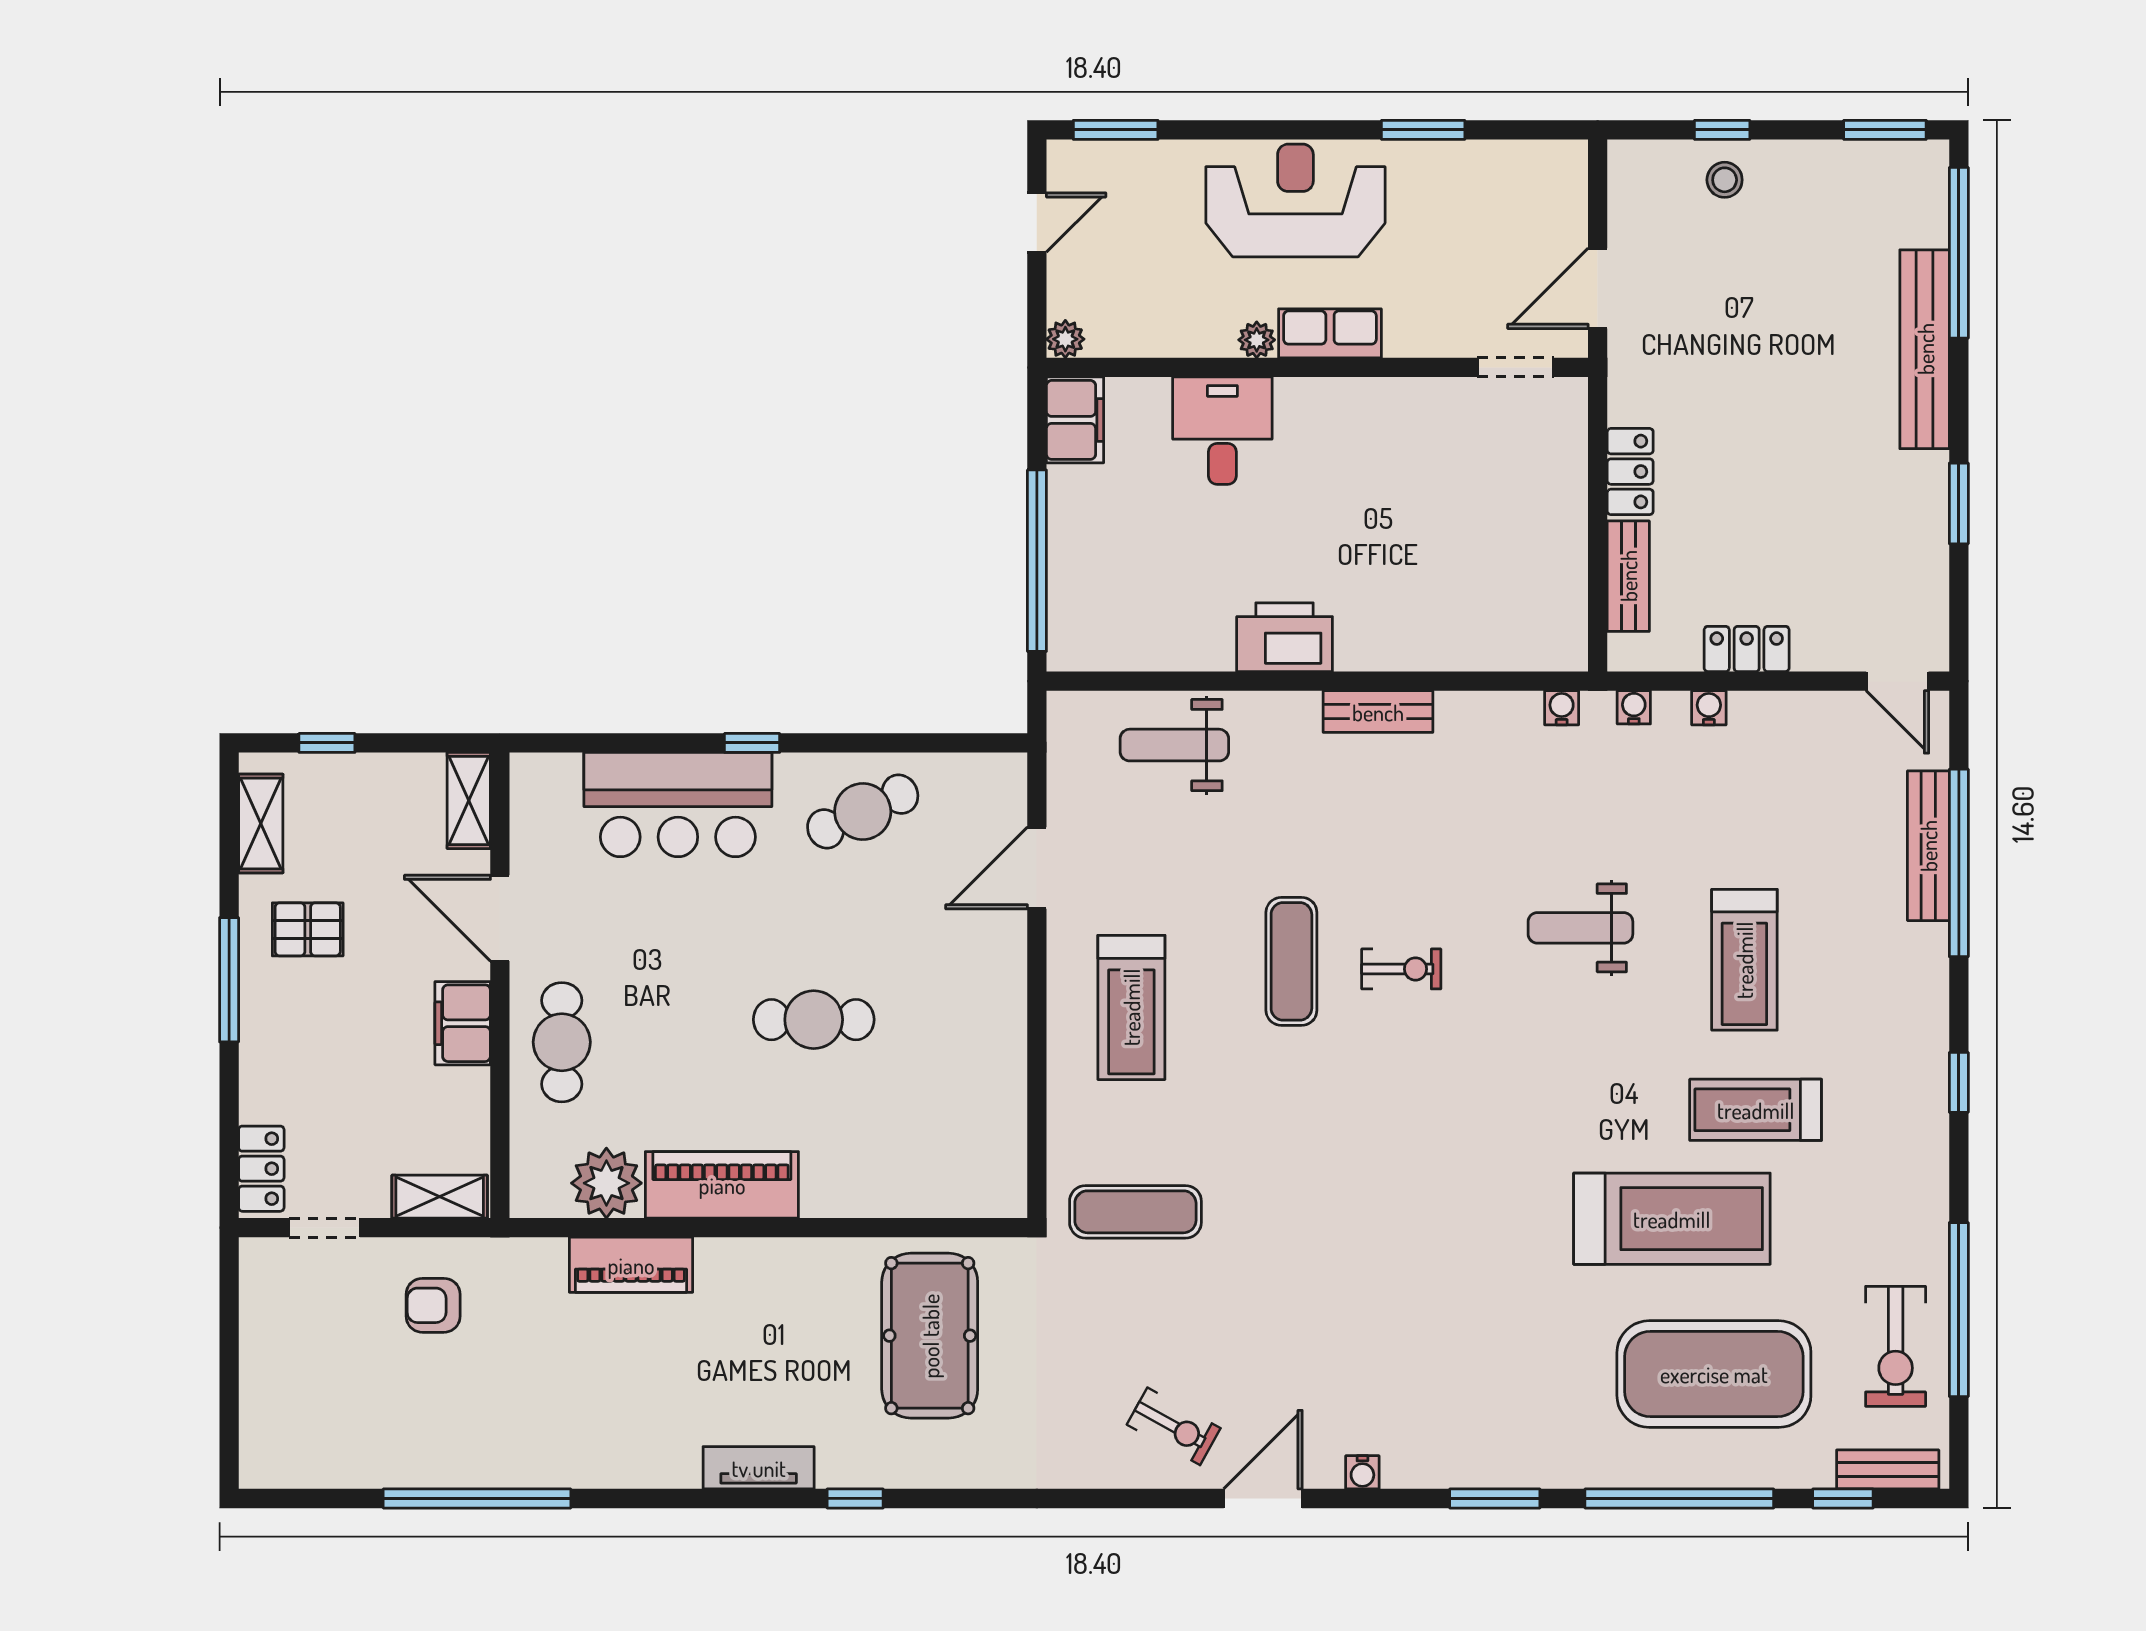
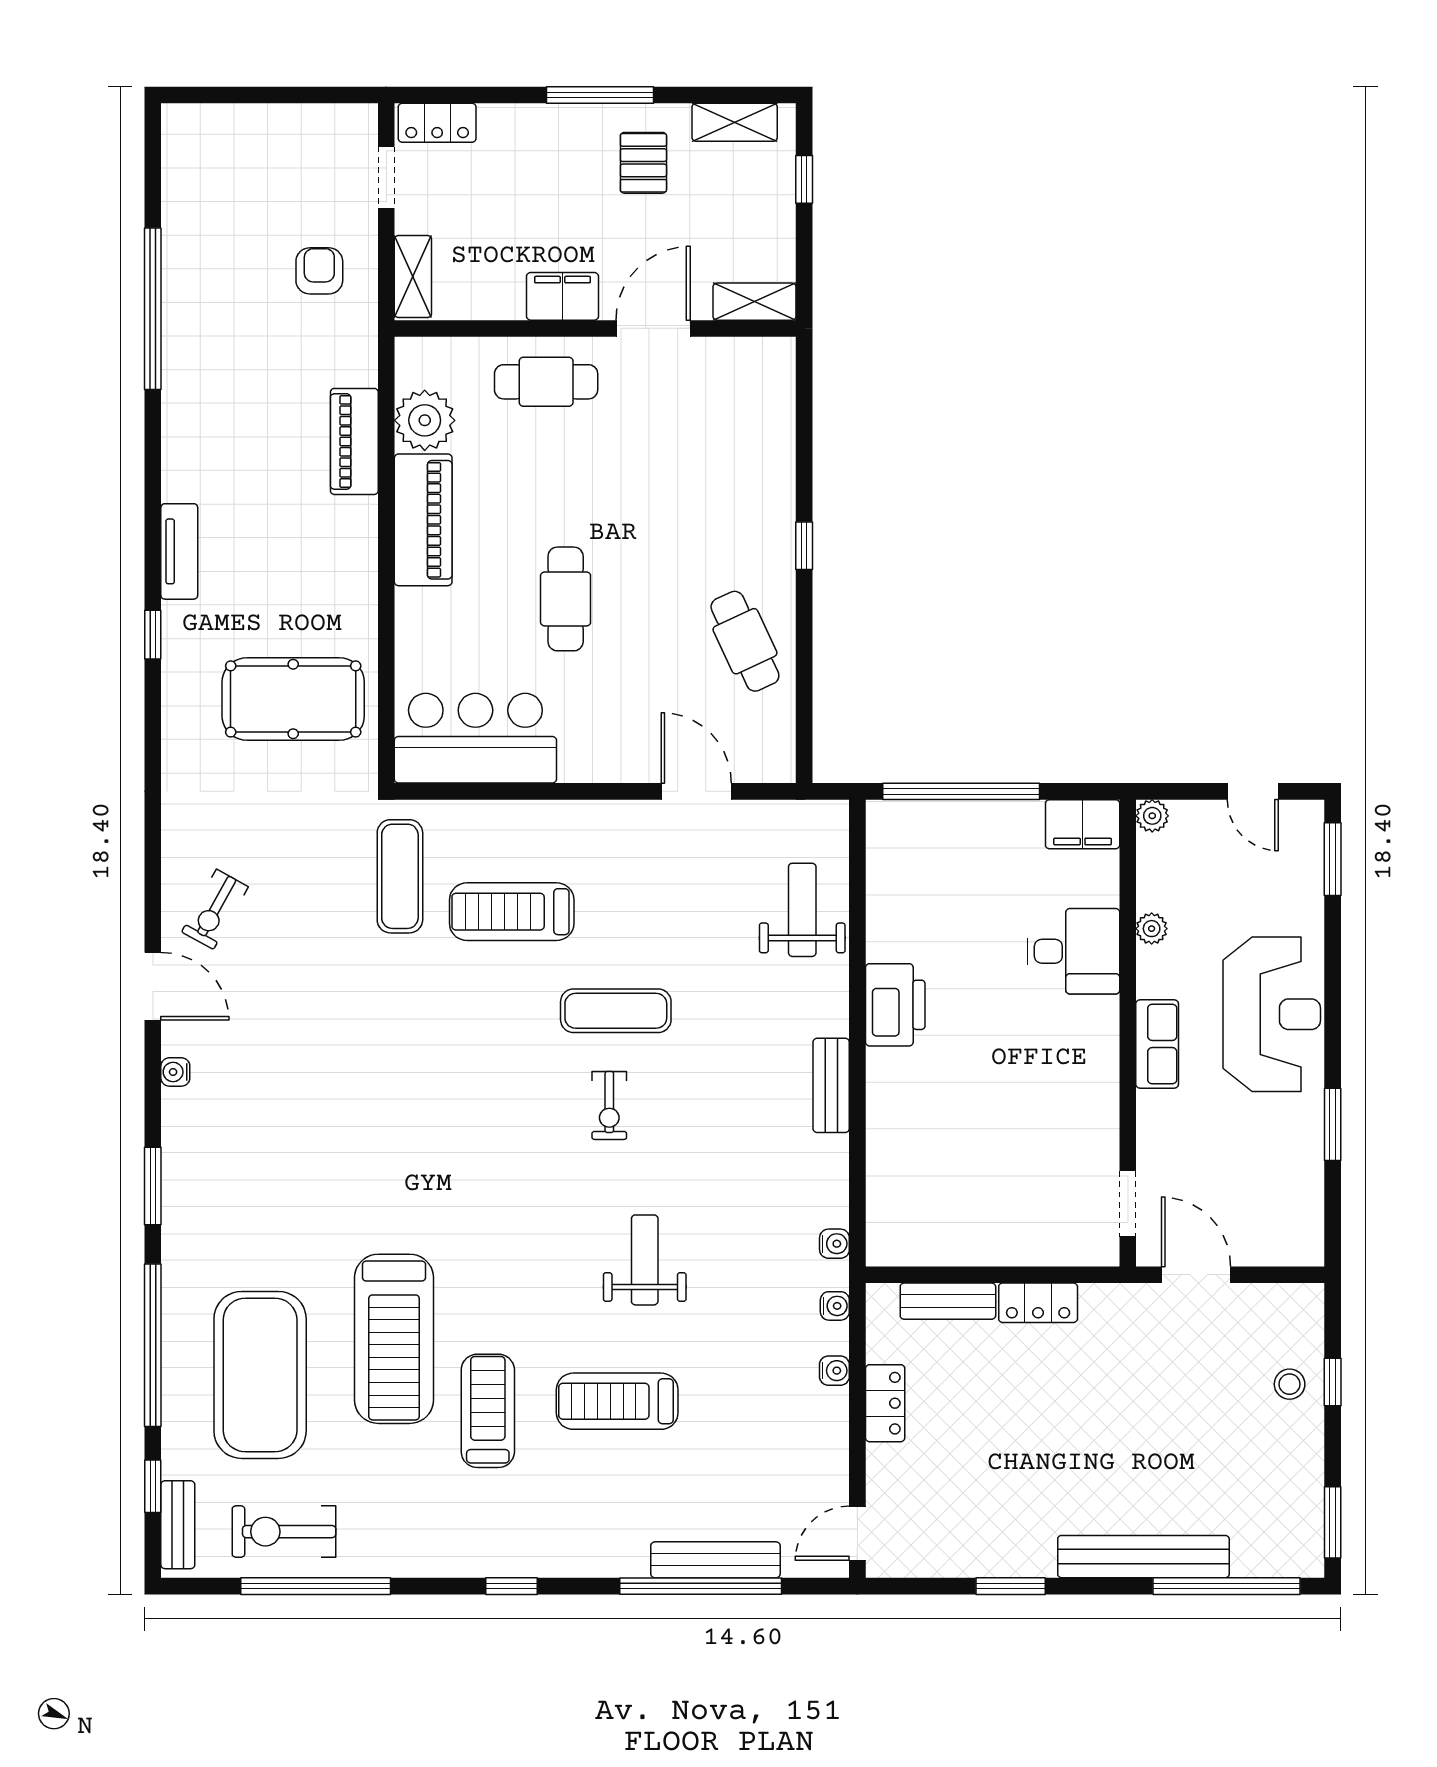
plant: (1257, 340) -> (1152, 929), moved
bar counter: (678, 805) -> (475, 738), moved, turned 90
treadmill: (1131, 1007) -> (512, 912), moved

